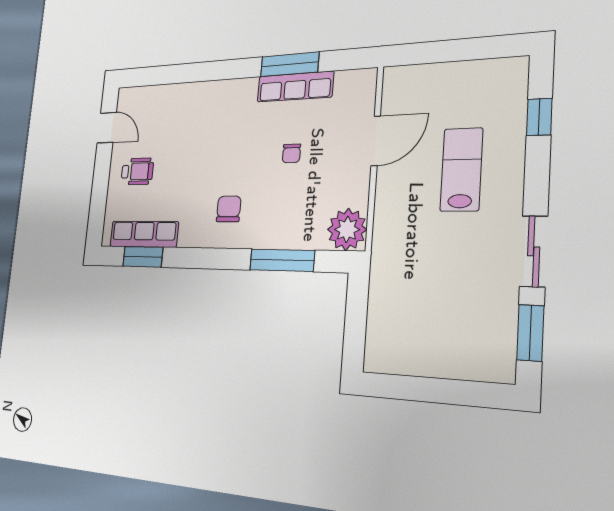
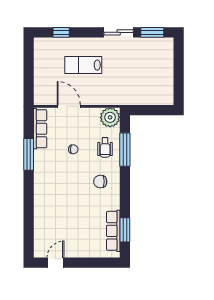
row of seats: (295, 87) -> (40, 129), moved
wheelchair: (137, 171) -> (105, 148), moved, turned 180

